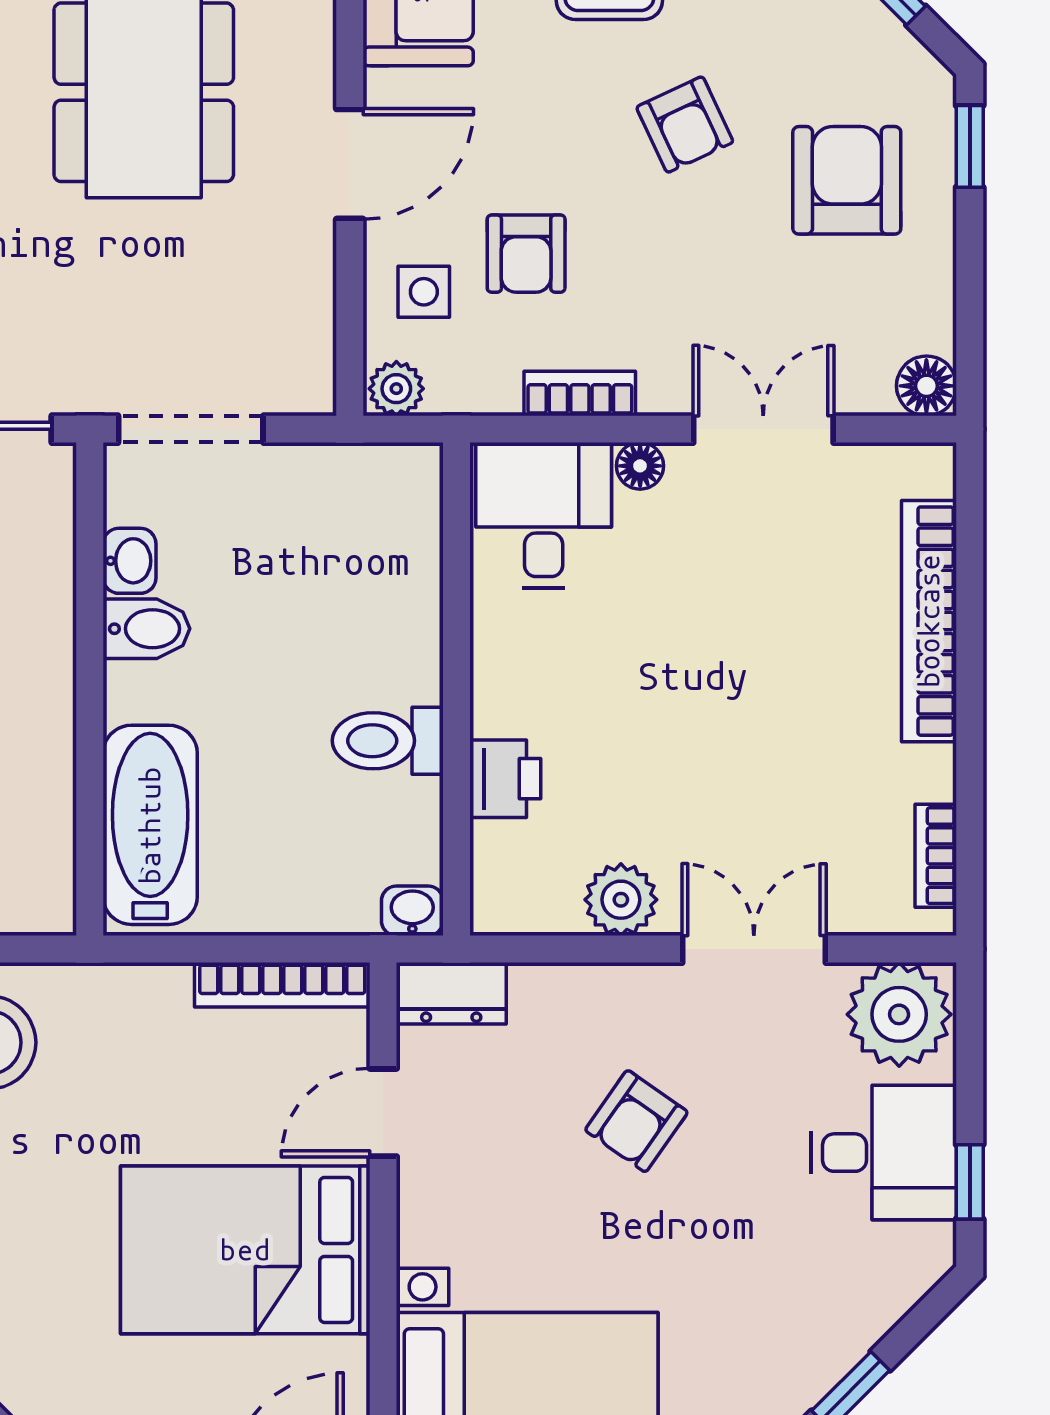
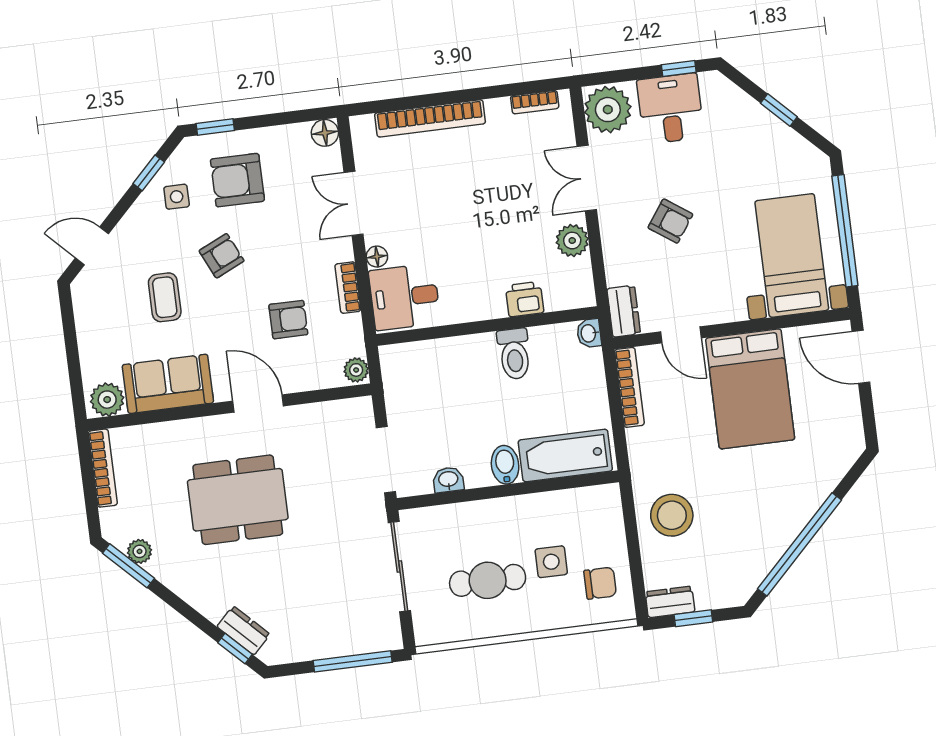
side table: (424, 292) -> (177, 197), moved
bidet: (146, 629) -> (505, 465), moved

